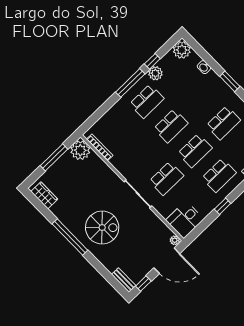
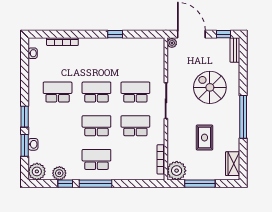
window: (209, 60) -> (25, 145), added
plant: (155, 73) -> (59, 173), moved
school desk: (219, 175) -> (135, 126), moved
rug: (83, 194) -> (205, 138), added
desk: (185, 220) -> (151, 51), removed
spiral stairs: (102, 228) -> (210, 87), moved

